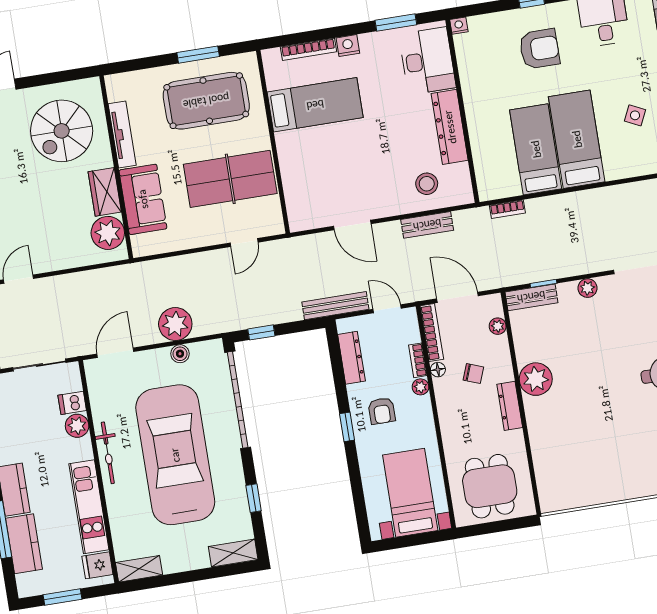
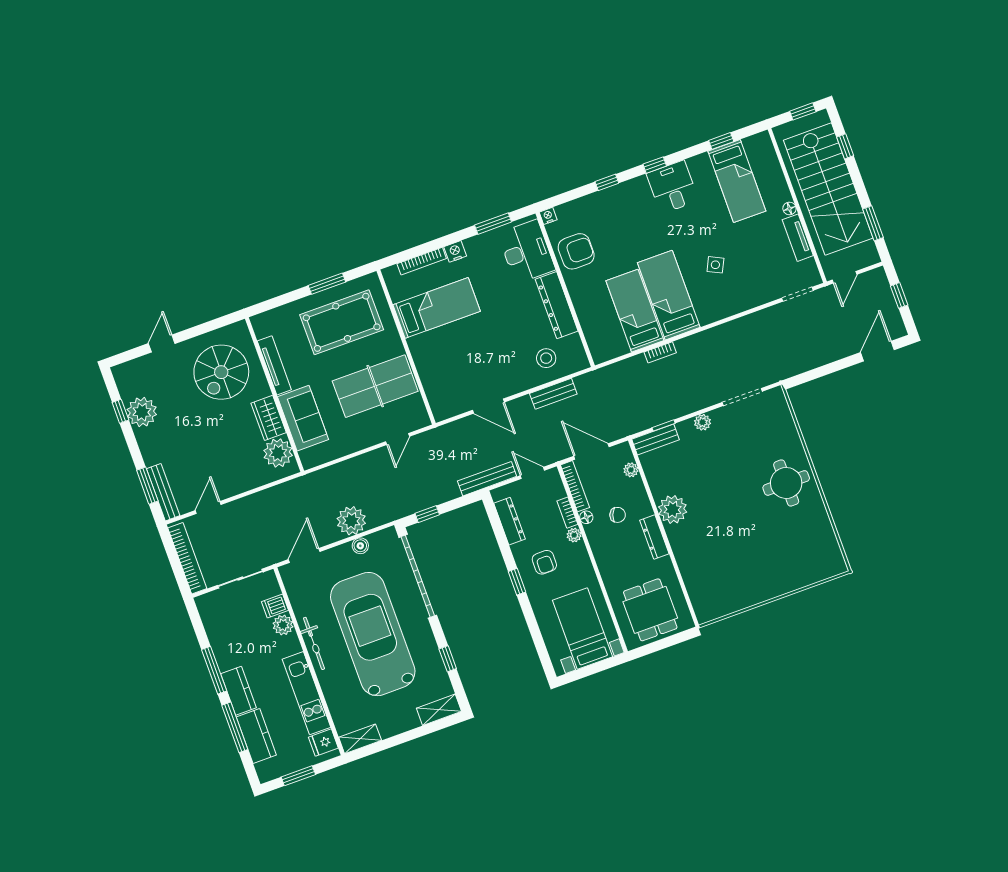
armchair: (539, 49) -> (576, 251), moved
bookcase: (507, 209) -> (660, 352), moved

